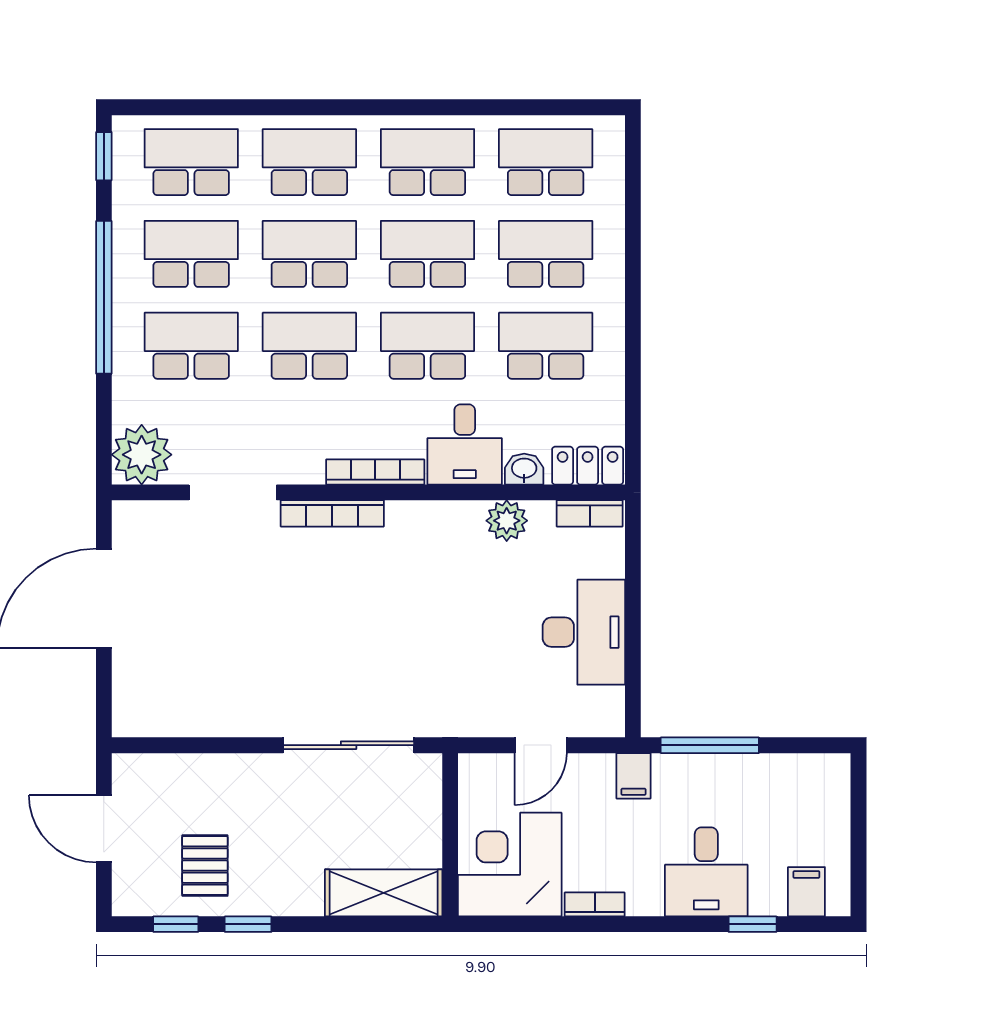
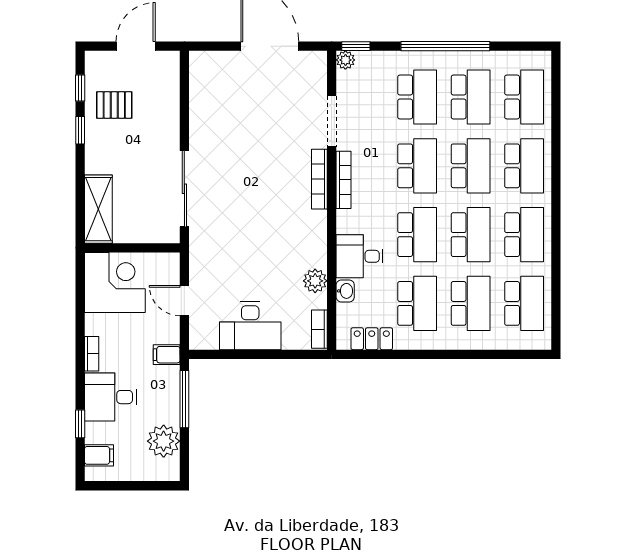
window: (104, 156) -> (356, 46), moved
plant: (142, 455) -> (345, 60), width x0.53, depth x0.53
locker: (588, 466) -> (372, 339), moved, turned -90
bookcase: (375, 472) -> (343, 180), moved
plant: (782, 781) -> (164, 441), added
bookcase: (595, 904) -> (92, 354), moved

